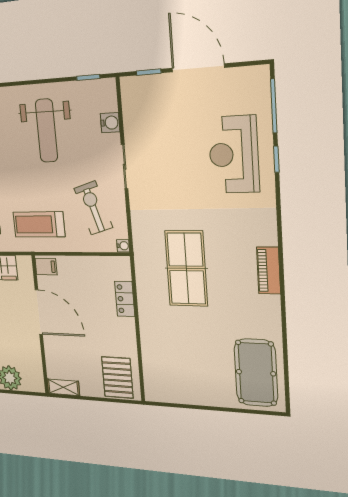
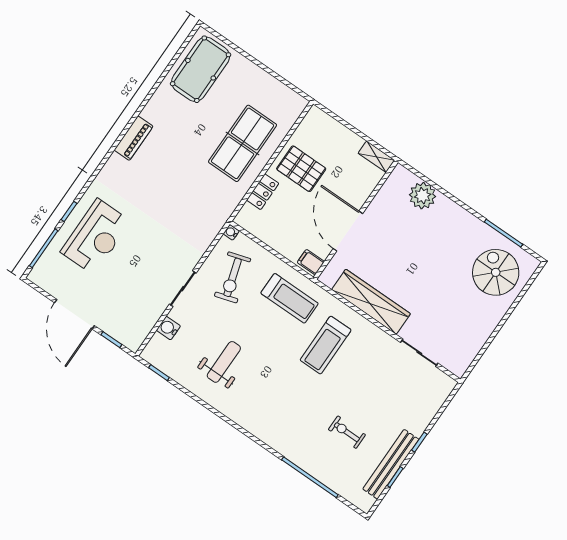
weight bench: (46, 131) -> (224, 362), width x0.73, depth x0.75
table tennis table: (186, 268) -> (243, 143), moved
pallet: (117, 378) -> (301, 169), moved, turned 90

